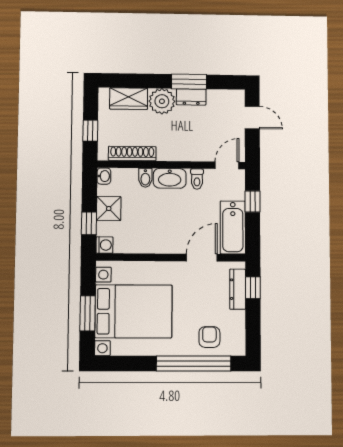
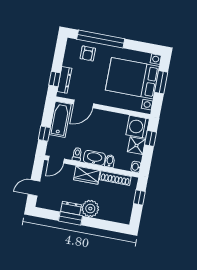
wardrobe: (129, 99) -> (87, 175), moved, turned 180
door: (252, 117) -> (34, 188), hinge flipped
washing machine: (104, 245) -> (138, 127), width x1.89, depth x1.89

